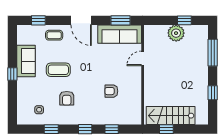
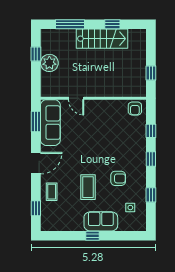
sofa: (26, 61) -> (101, 221), moved
armchair: (111, 91) -> (135, 108), moved
stairs: (171, 116) -> (102, 39), moved, turned -90

